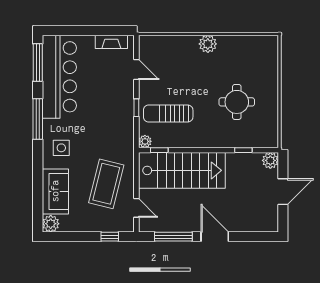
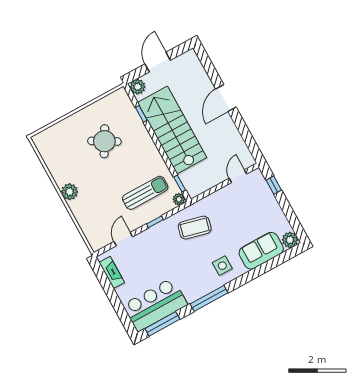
bar counter: (59, 77) -> (155, 305), width x0.73
round table: (237, 102) -> (104, 141), turned 30
sun lounger: (168, 113) -> (145, 193), turned -90
stairs: (182, 170) -> (172, 130), moved
coffee table: (106, 184) -> (195, 228), moved, width x0.73, depth x0.76
door: (283, 192) -> (158, 62), hinge flipped
window: (173, 237) -> (245, 132), removed

